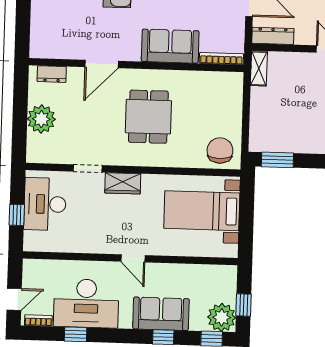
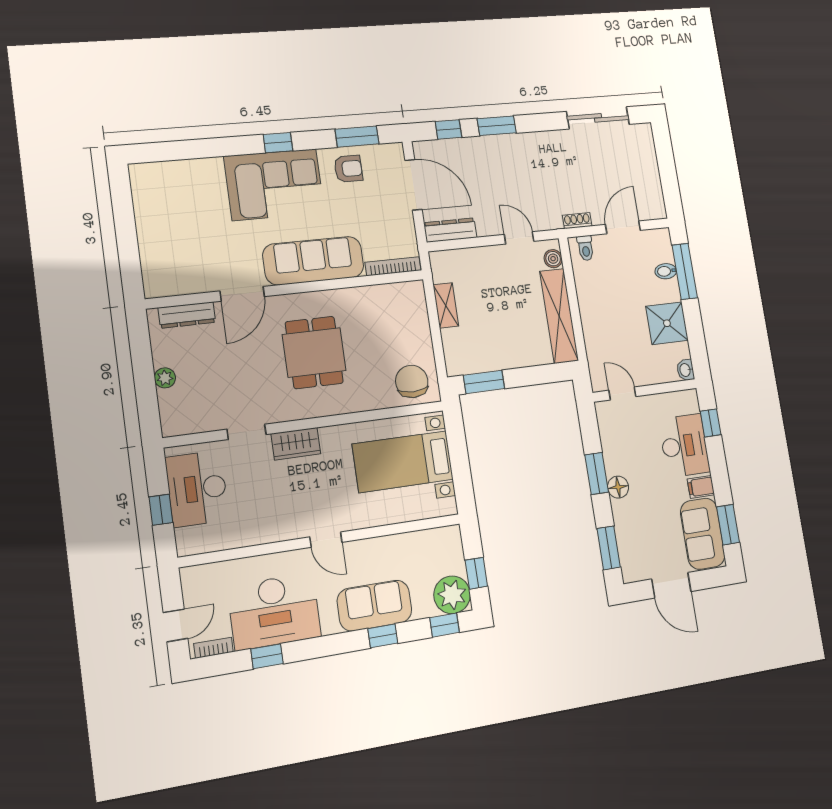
sofa: (170, 46) -> (313, 261), width x1.36
shelving: (259, 68) -> (446, 305), moved
dresser: (52, 74) -> (187, 315), width x1.44
plant: (41, 119) -> (165, 378), width x0.53, depth x0.53

